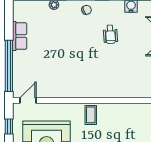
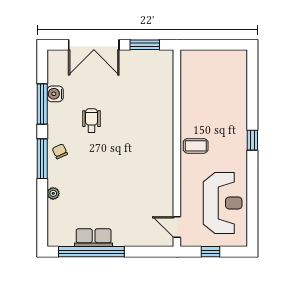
wheelchair: (110, 34) -> (91, 120), turned -86
window: (9, 66) -> (91, 252), moved

